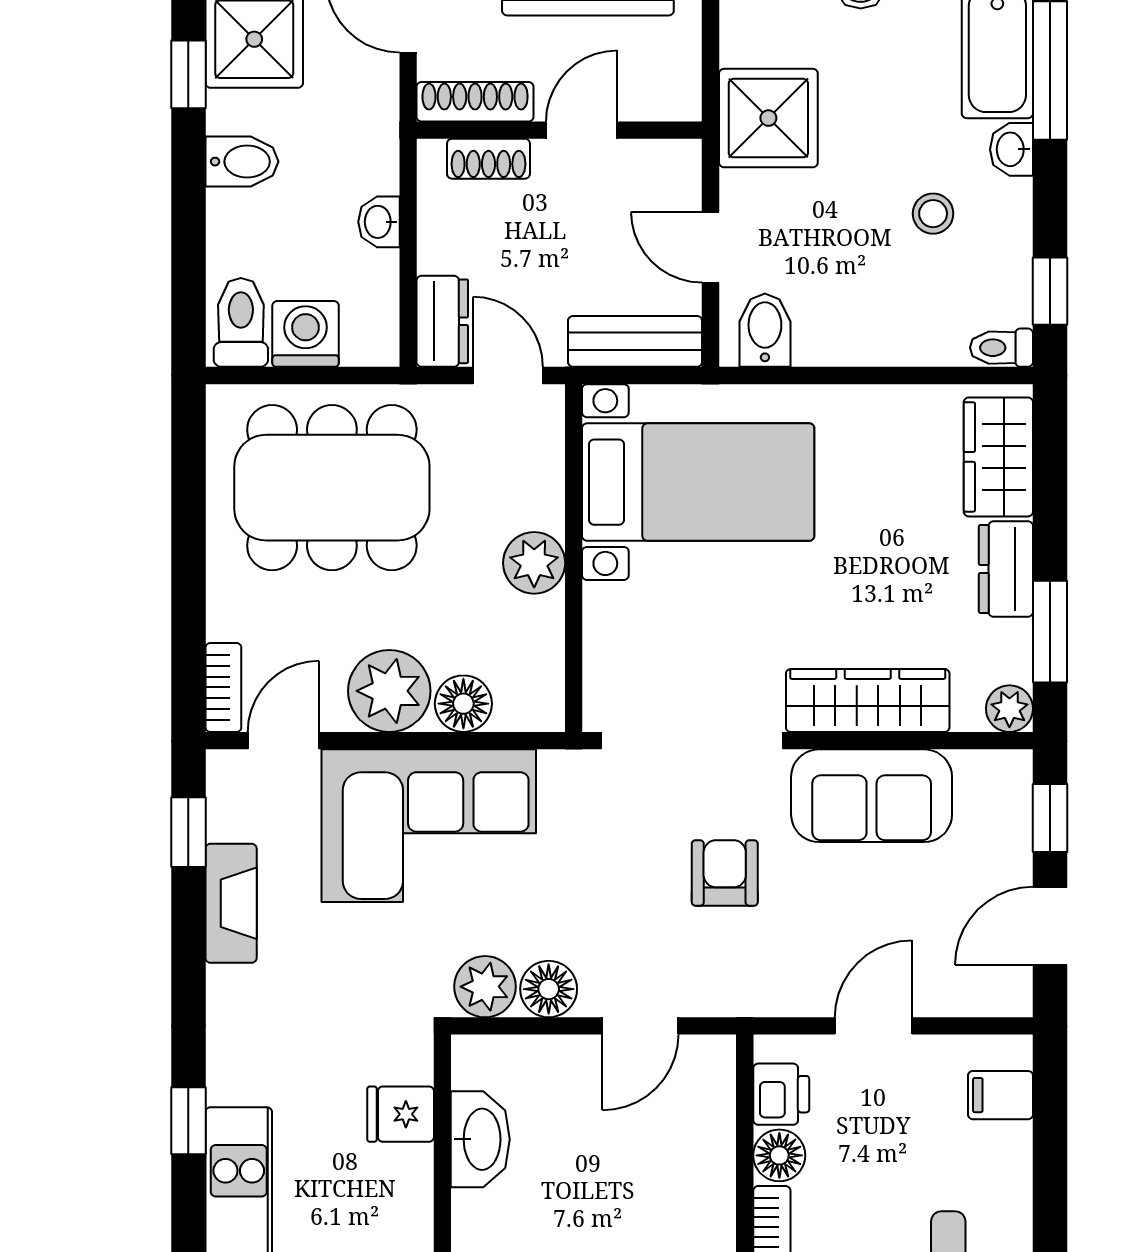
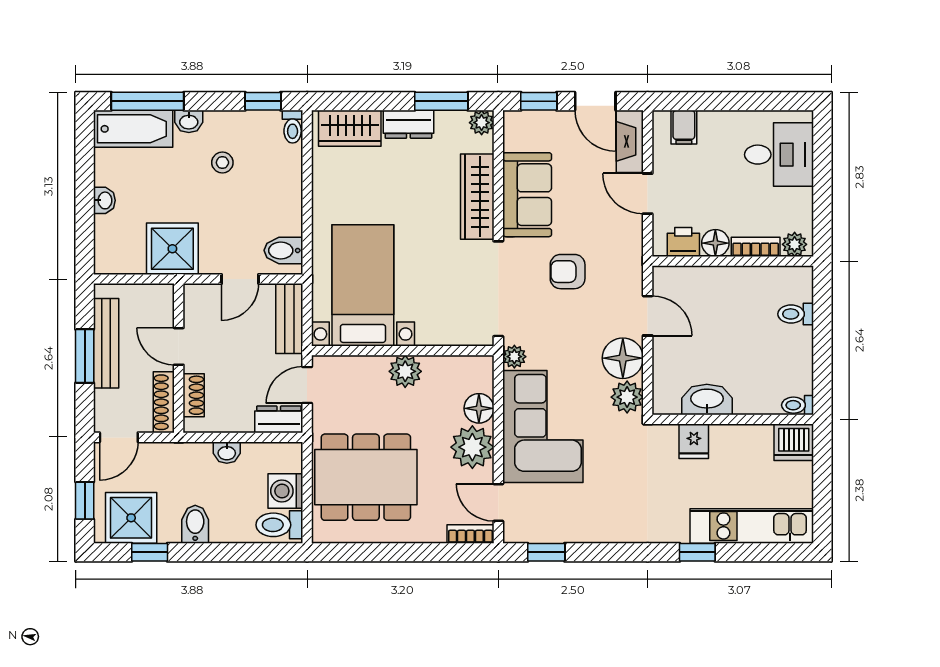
dining table: (332, 488) -> (366, 477), turned 90
plant: (562, 771) -> (514, 357), added
fireplace: (231, 903) -> (630, 141), moved, turned -90
floor lamp: (549, 989) -> (623, 358), width x1.38, depth x1.38

